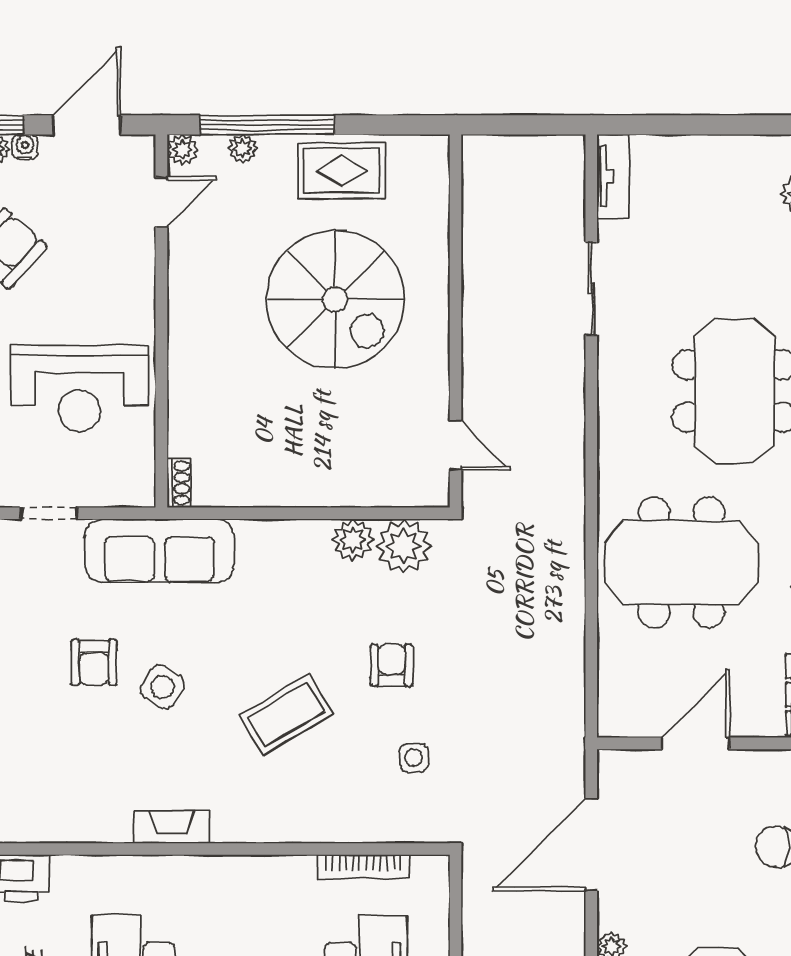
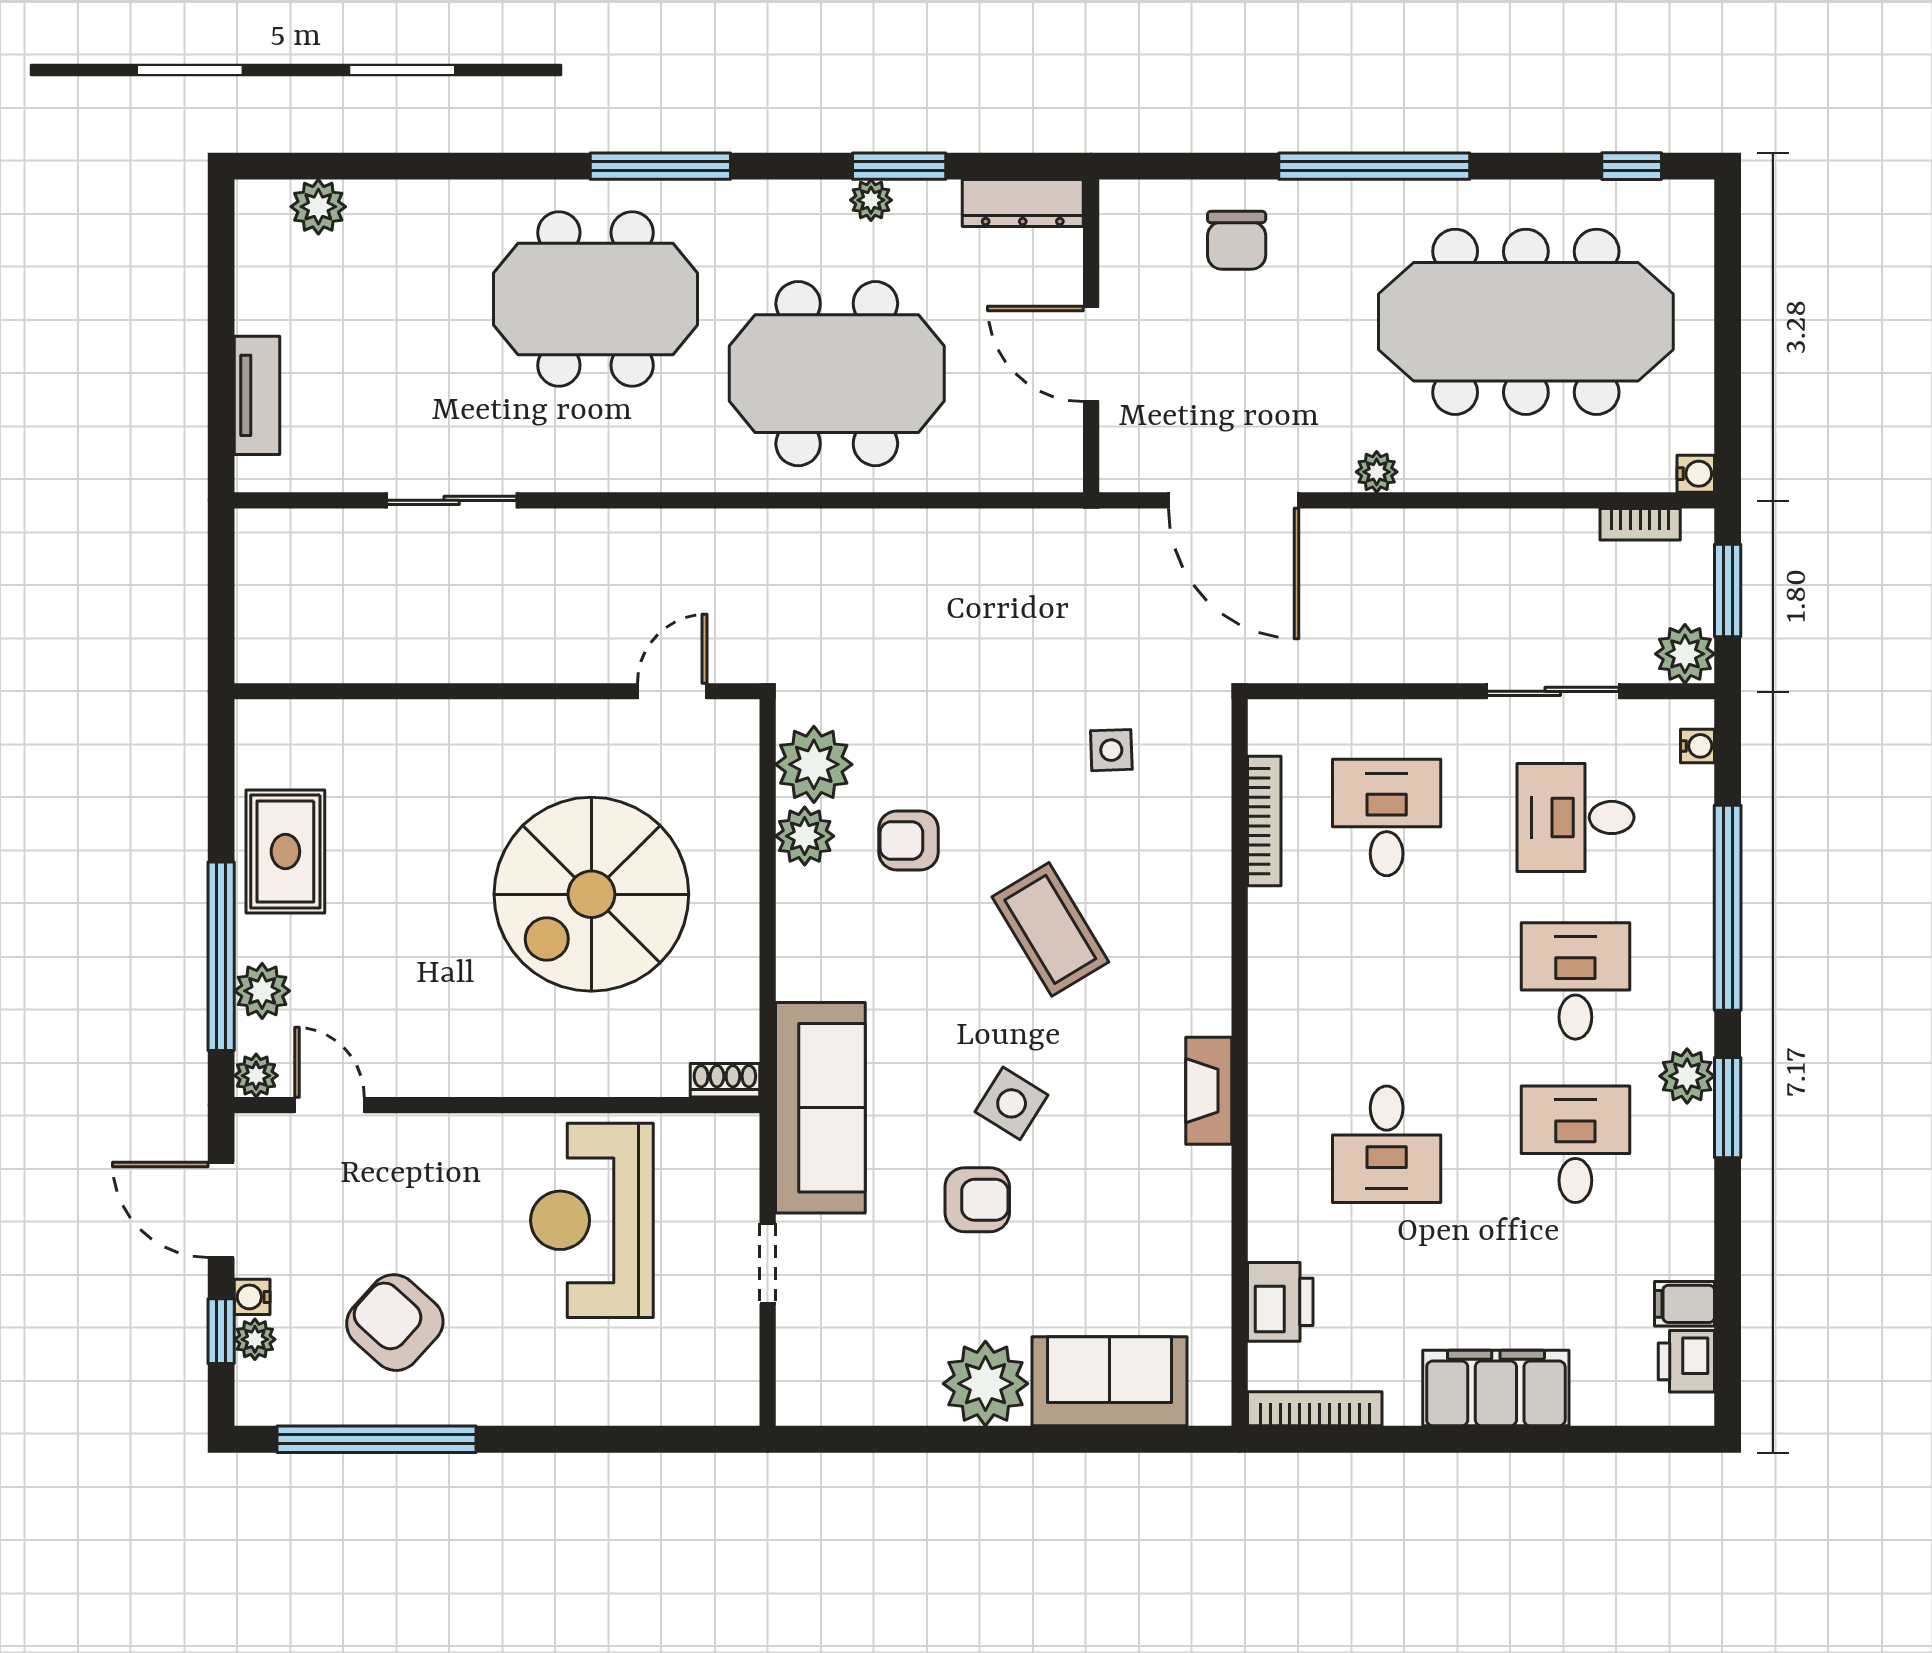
plant: (243, 149) -> (262, 991), width x1.38, depth x1.38
tv unit: (613, 176) -> (257, 395), moved, turned 90
spiral stairs: (335, 299) -> (591, 894), moved, turned 180
reception desk: (79, 388) -> (592, 1220), turned 180
meeting table: (681, 563) -> (837, 374), turned 90
armchair: (392, 665) -> (909, 840), moved

